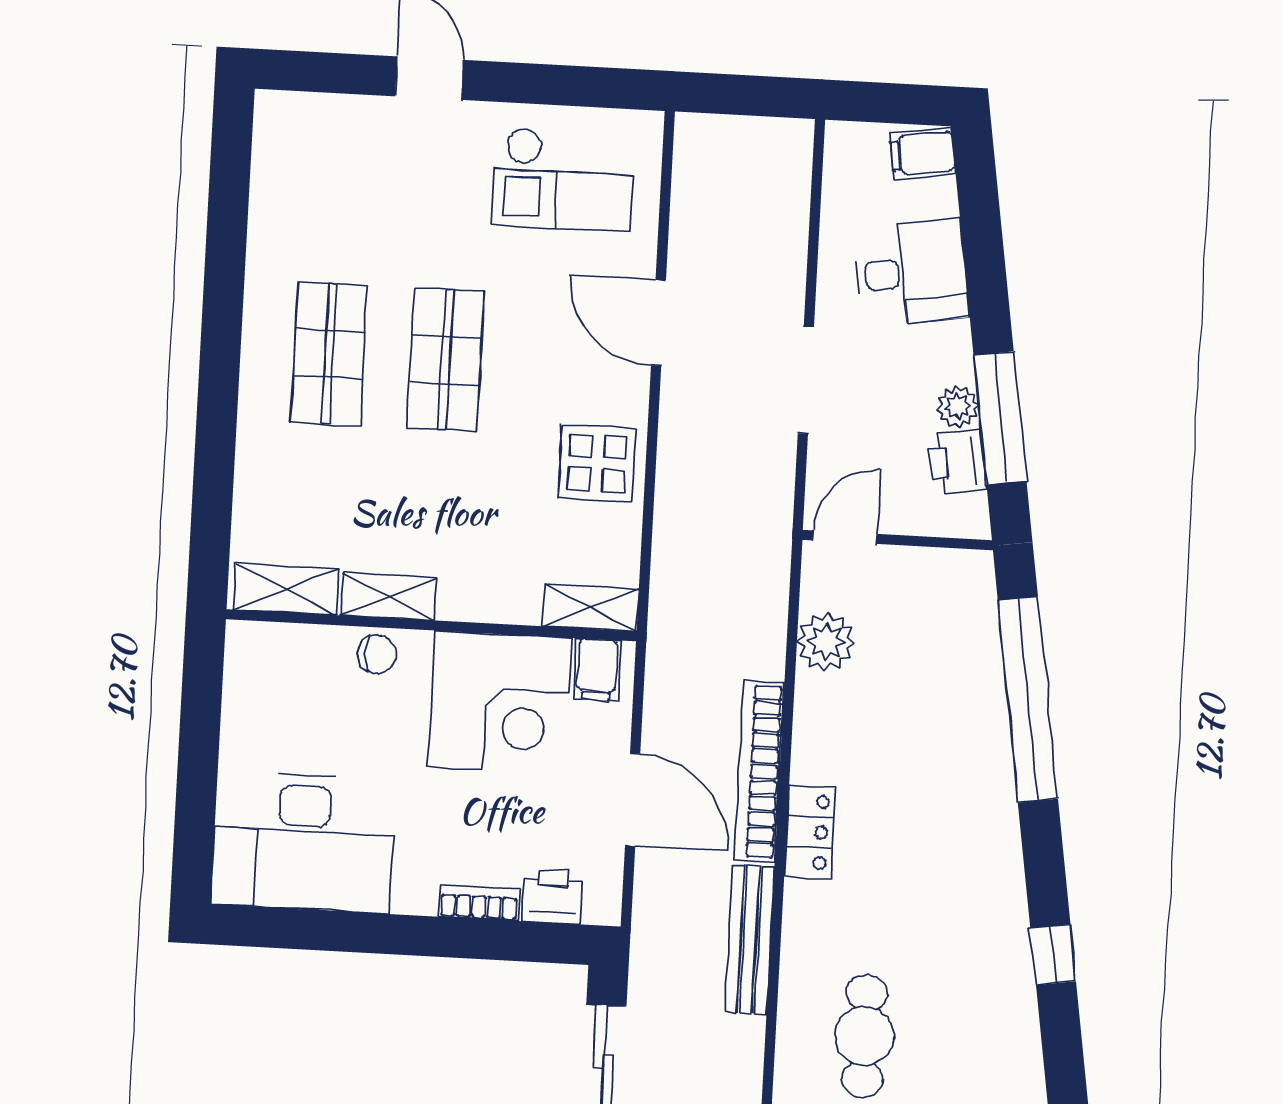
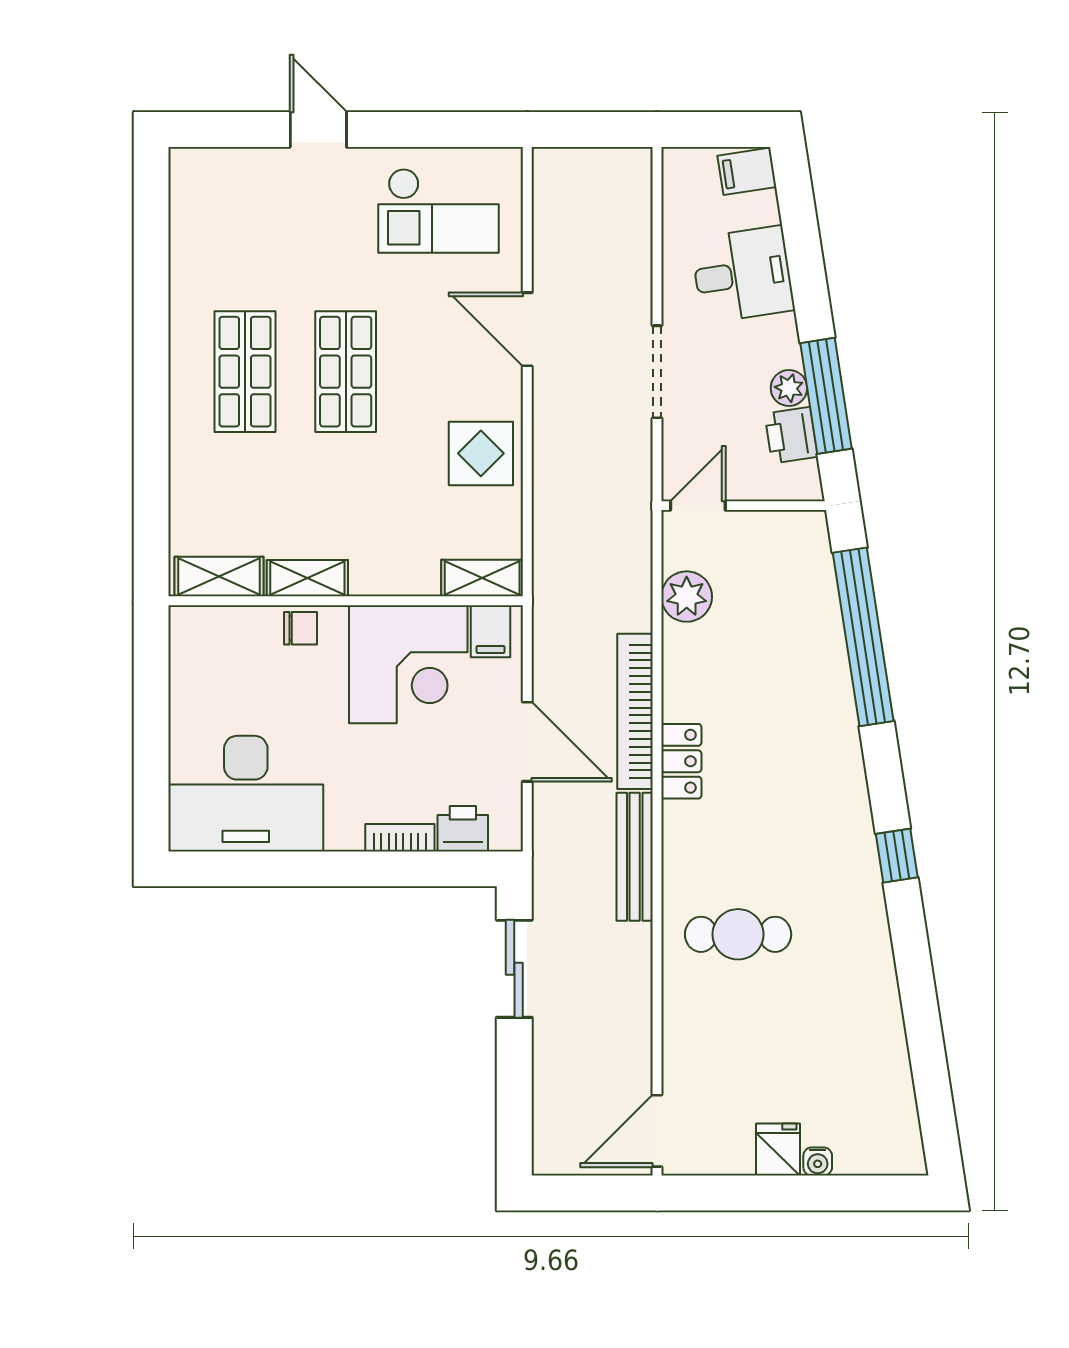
cafe table: (864, 1036) -> (738, 934), turned 90

